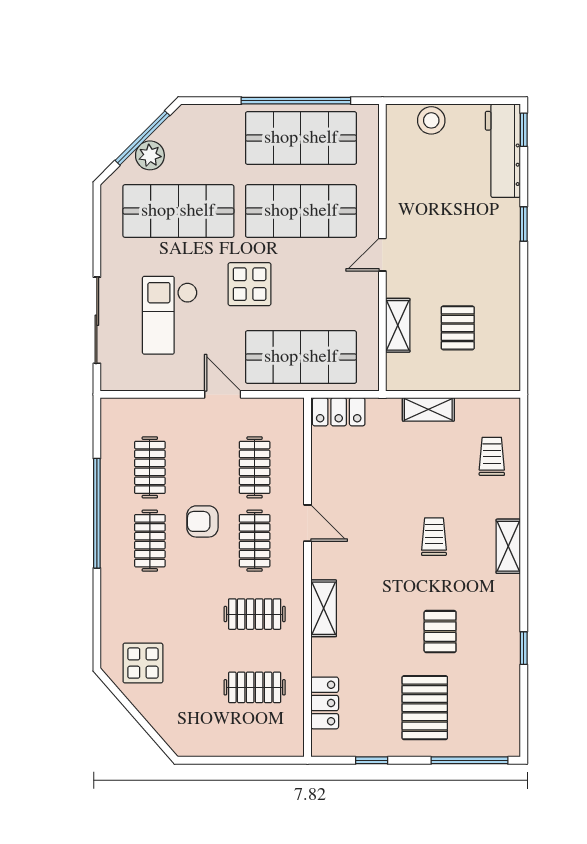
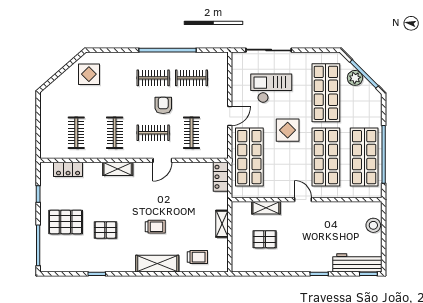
clothes rail: (255, 467) -> (192, 133), turned 90
shelving: (508, 546) -> (157, 264), width x1.50, depth x1.33

